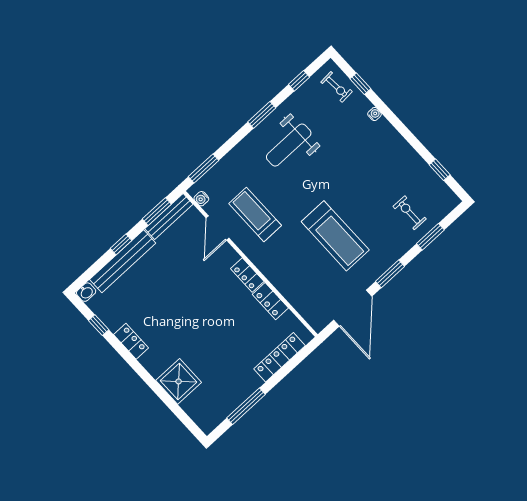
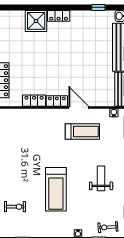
weight bench: (289, 145) -> (101, 178), width x0.73, depth x0.75
door: (218, 228) -> (79, 108), moved
treadmill: (335, 236) -> (56, 189), moved, turned -90
locker: (131, 341) -> (59, 16), moved

